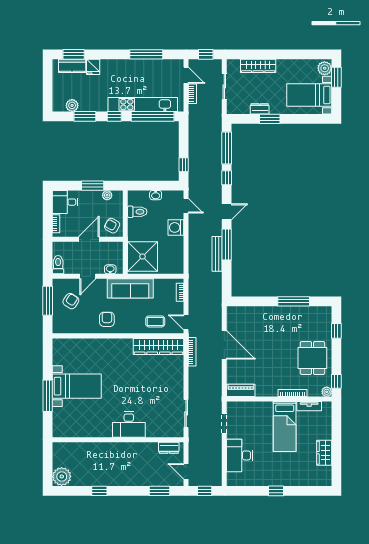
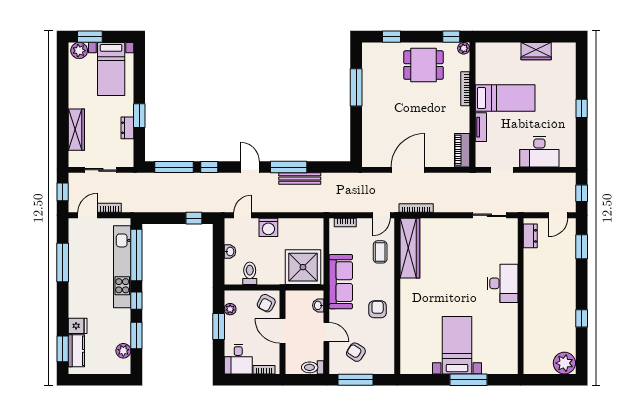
armchair: (107, 319) -> (378, 309), turned 90
tv unit: (309, 406) -> (481, 127), moved

